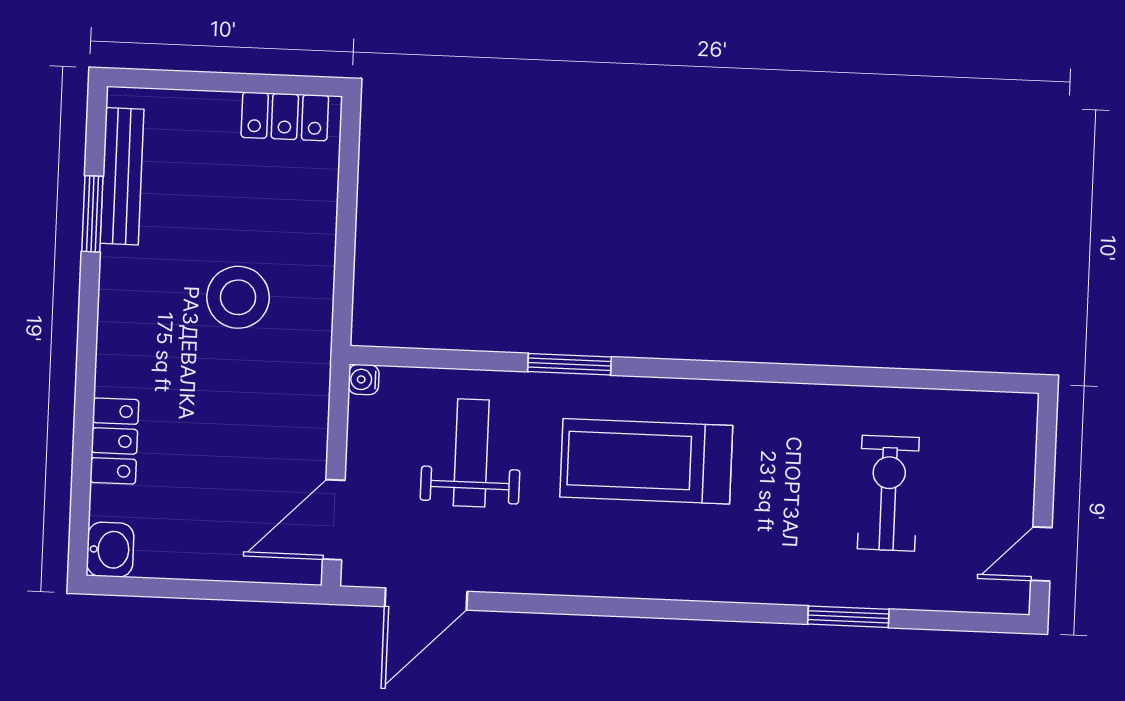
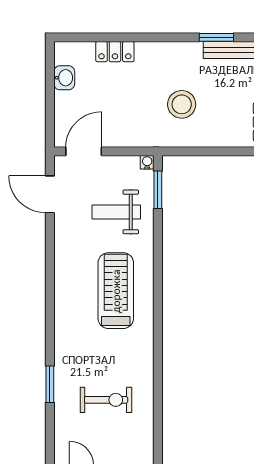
window: (569, 364) -> (158, 190), moved
weight bench: (471, 453) -> (116, 212), turned 180
door: (334, 520) -> (84, 151), hinge flipped
washbasin: (110, 550) -> (64, 78), moved, turned -90

